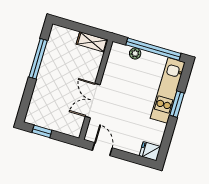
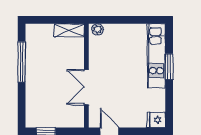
window: (153, 49) -> (131, 20), removed
plant: (135, 54) -> (98, 29), moved

